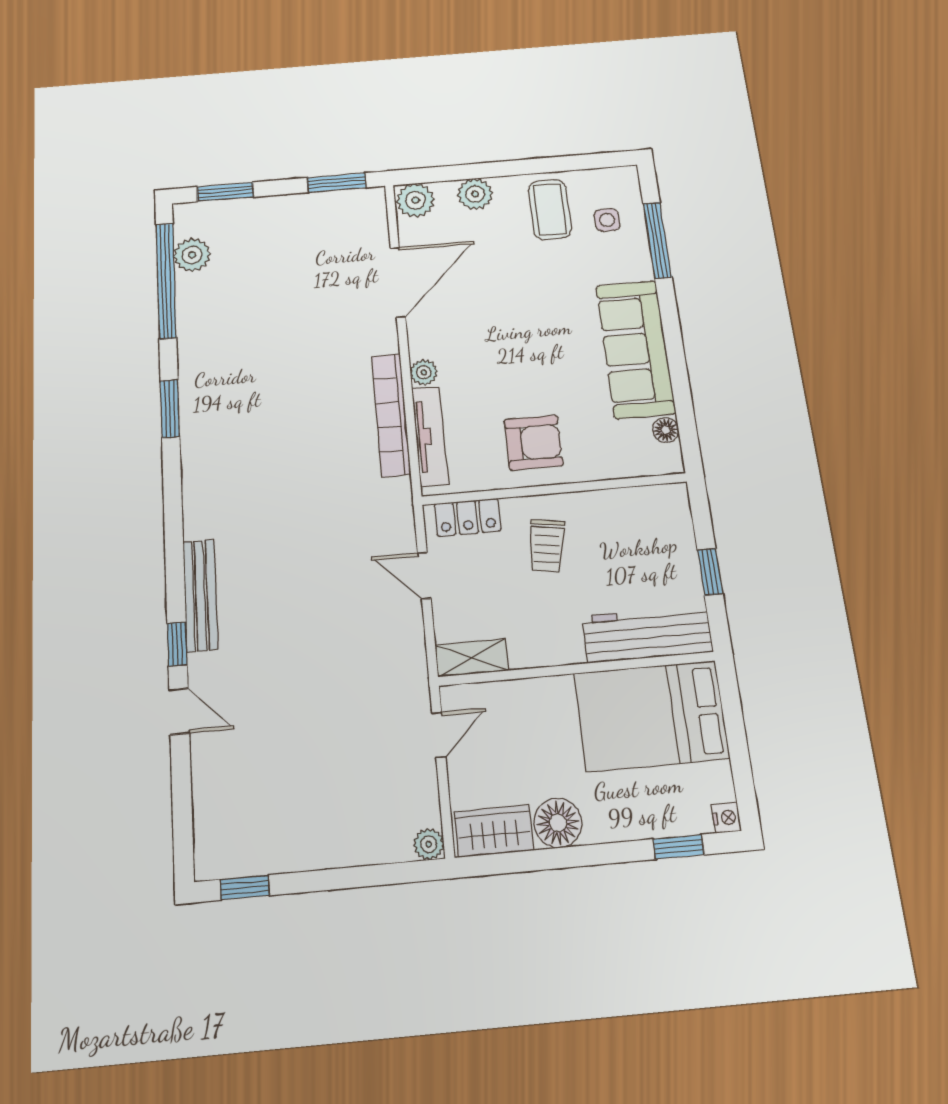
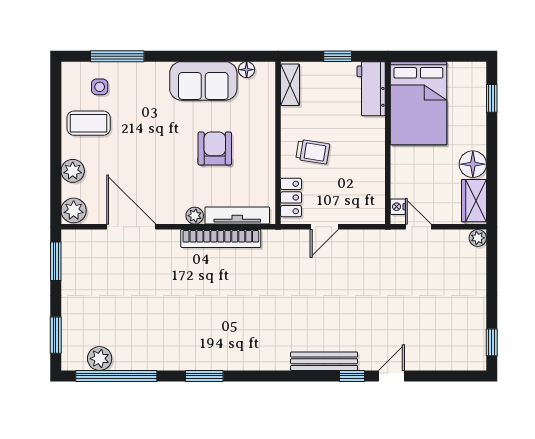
sofa: (635, 349) -> (203, 81), width x0.73
armchair: (534, 443) -> (215, 149), moved
workbench: (647, 634) -> (371, 89), width x0.73
shelving: (472, 658) -> (290, 85), moved
nightstand: (726, 818) -> (398, 207), moved, turned -90

